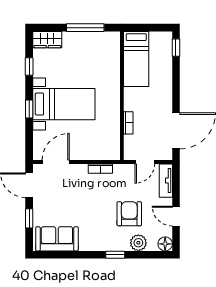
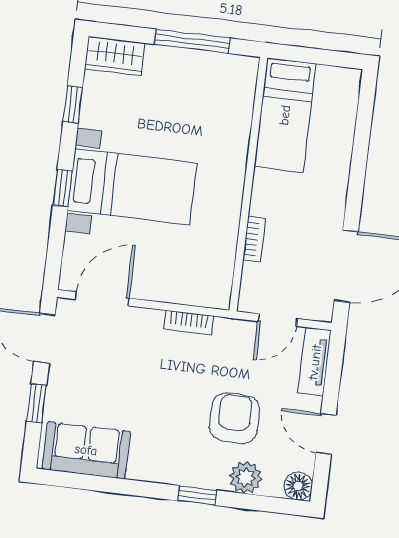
window: (176, 48) -> (366, 102), removed

